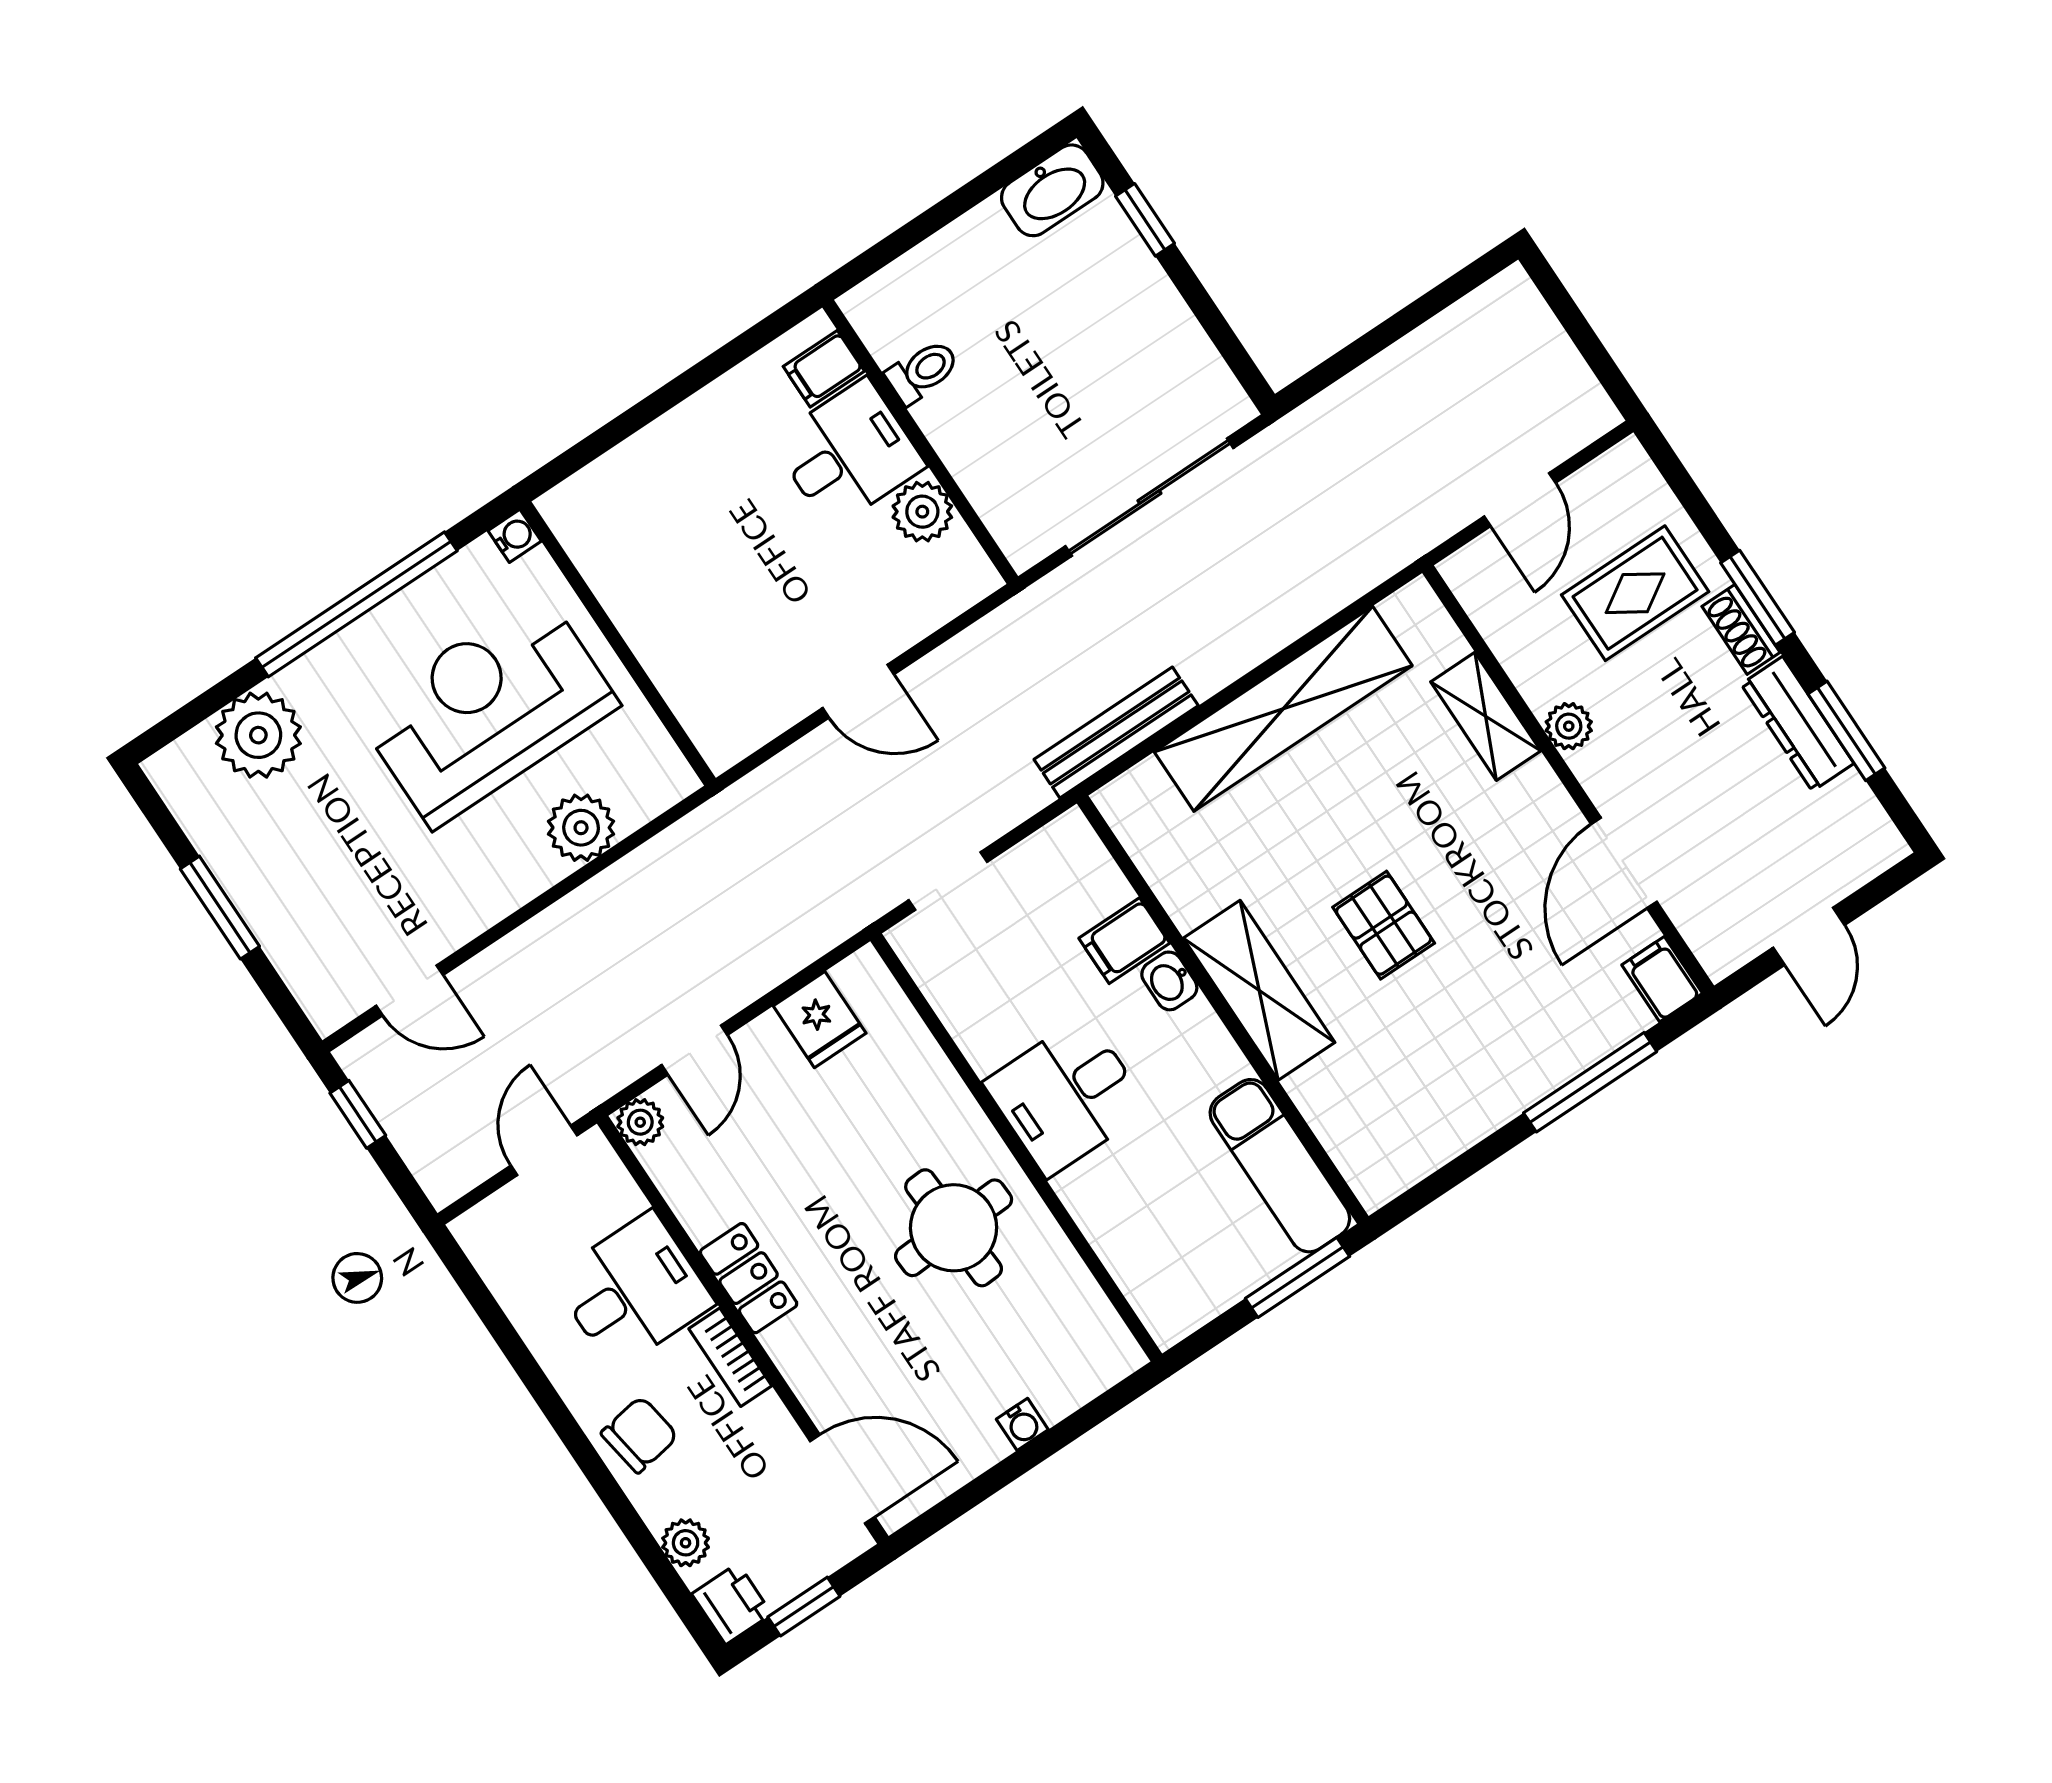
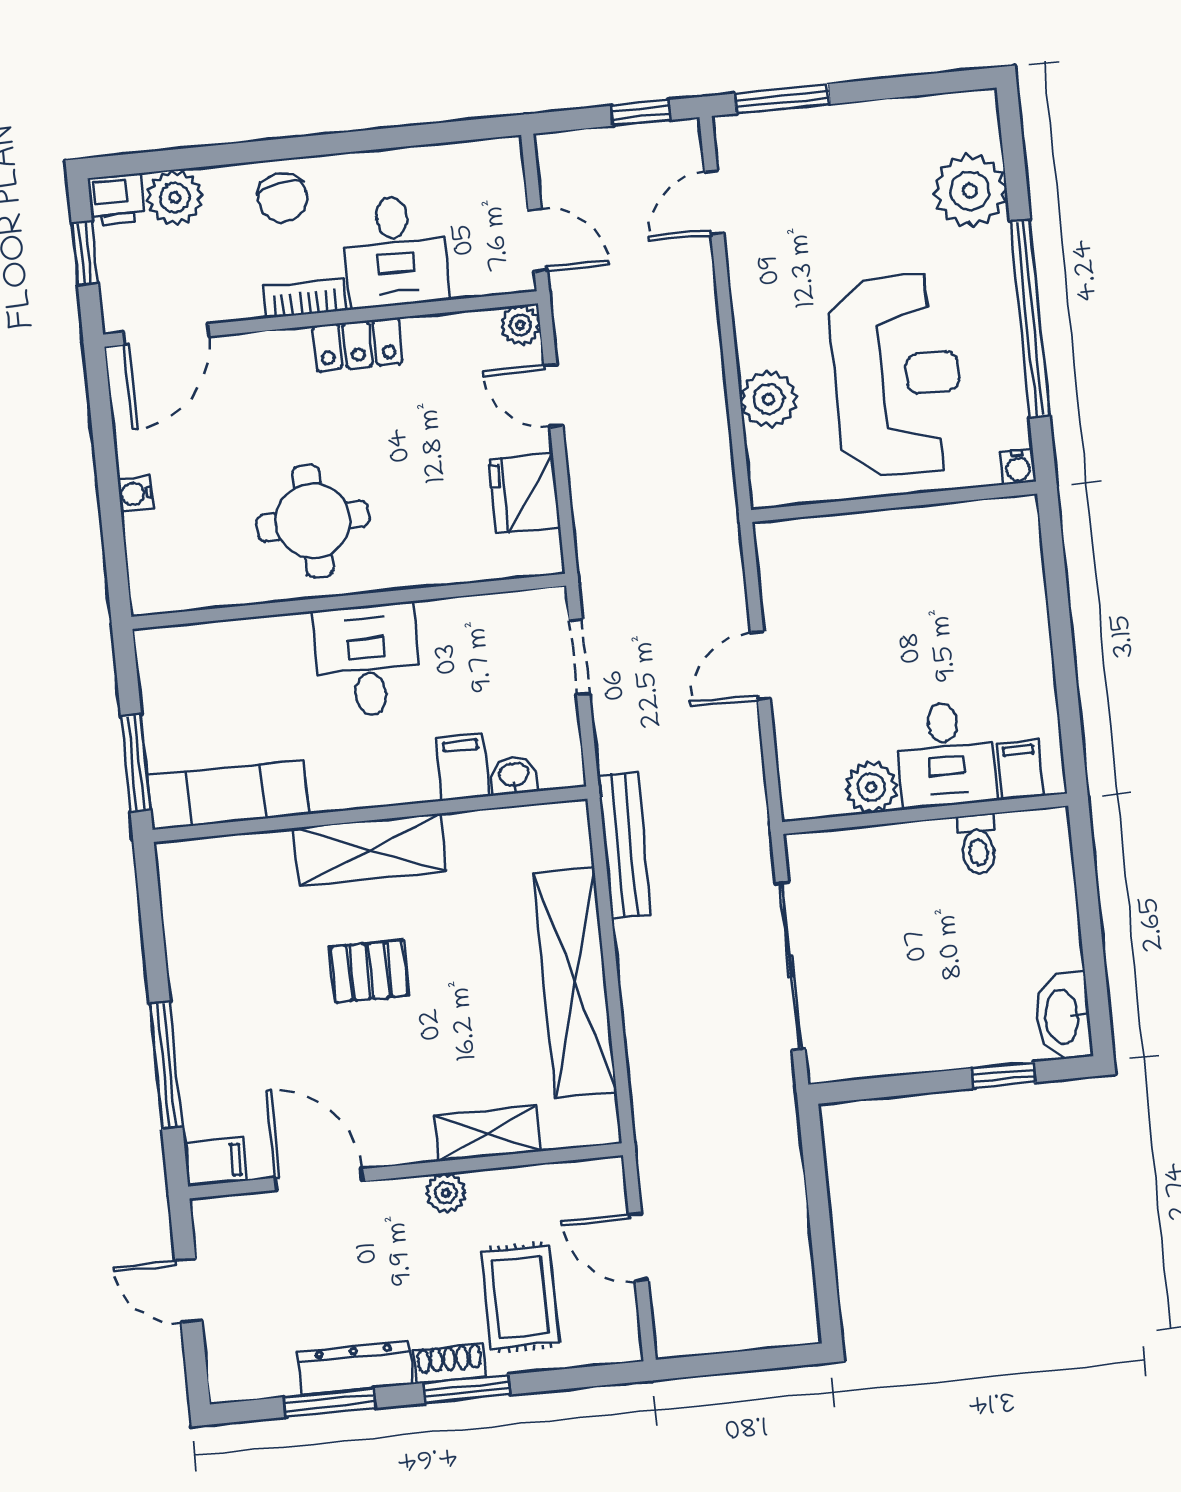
window: (220, 908) -> (782, 99), moved
washbasin: (1169, 981) -> (514, 775), moved
fridge: (820, 1020) -> (525, 493), width x1.38
plant: (686, 1543) -> (175, 197), width x1.38, depth x1.38

